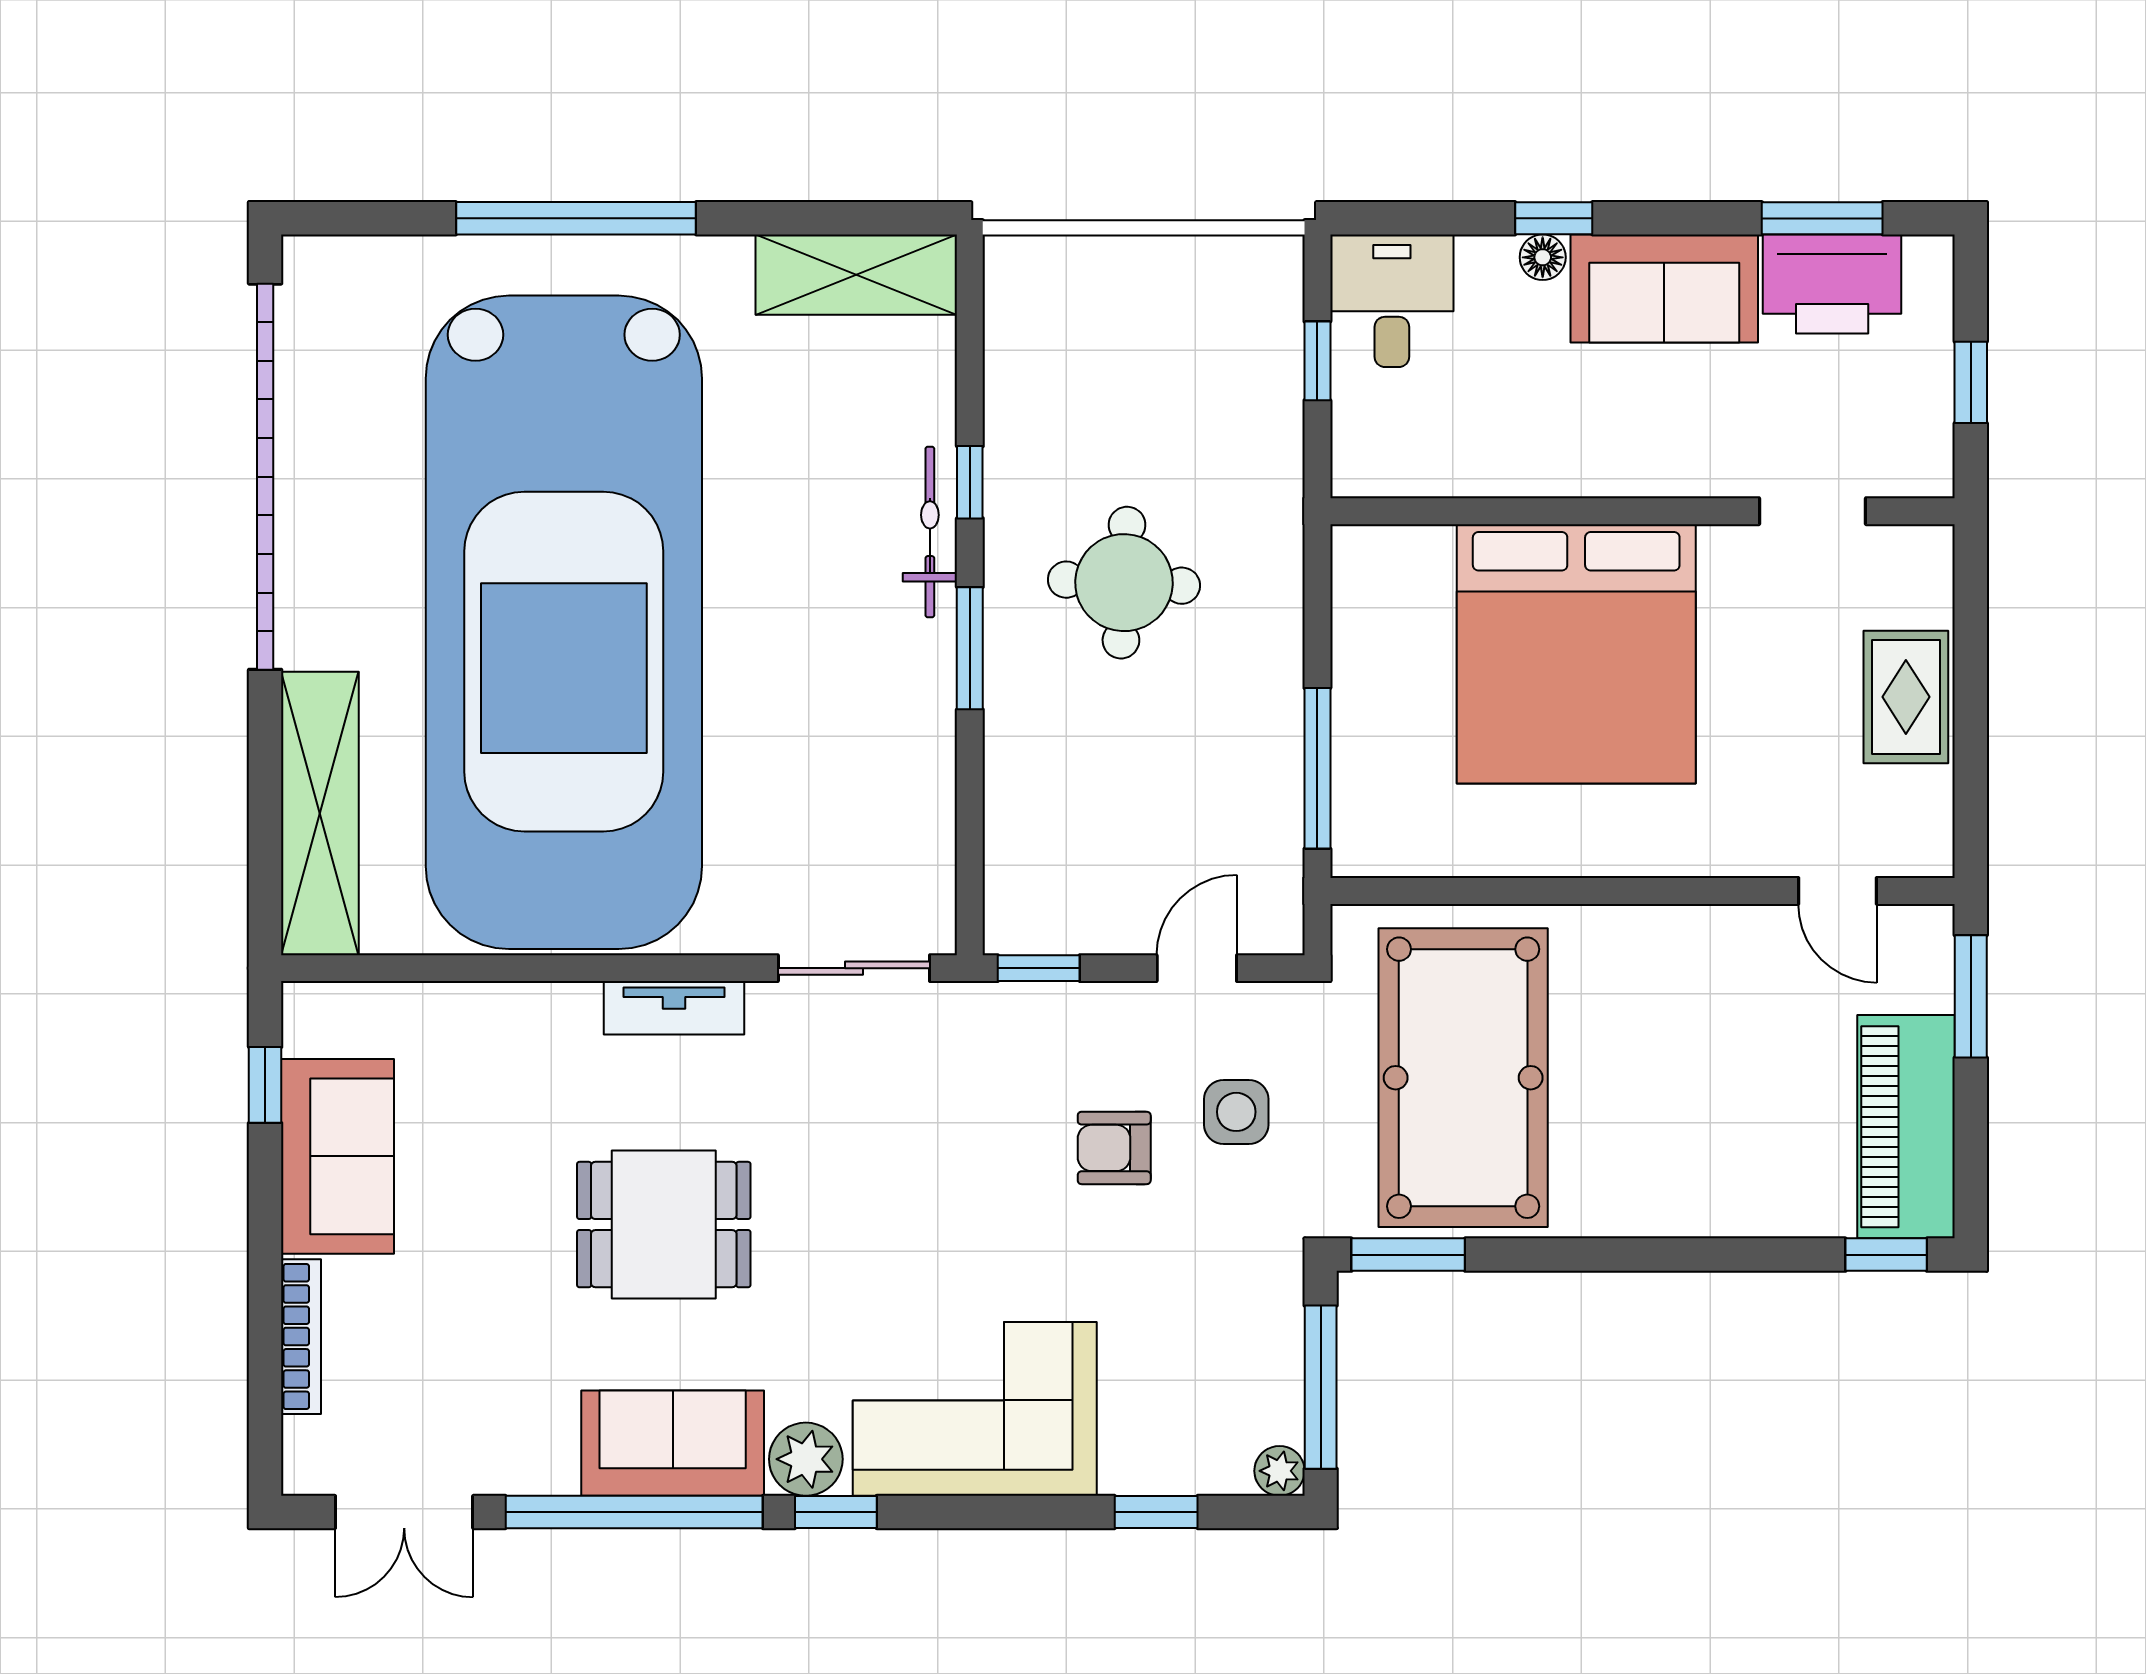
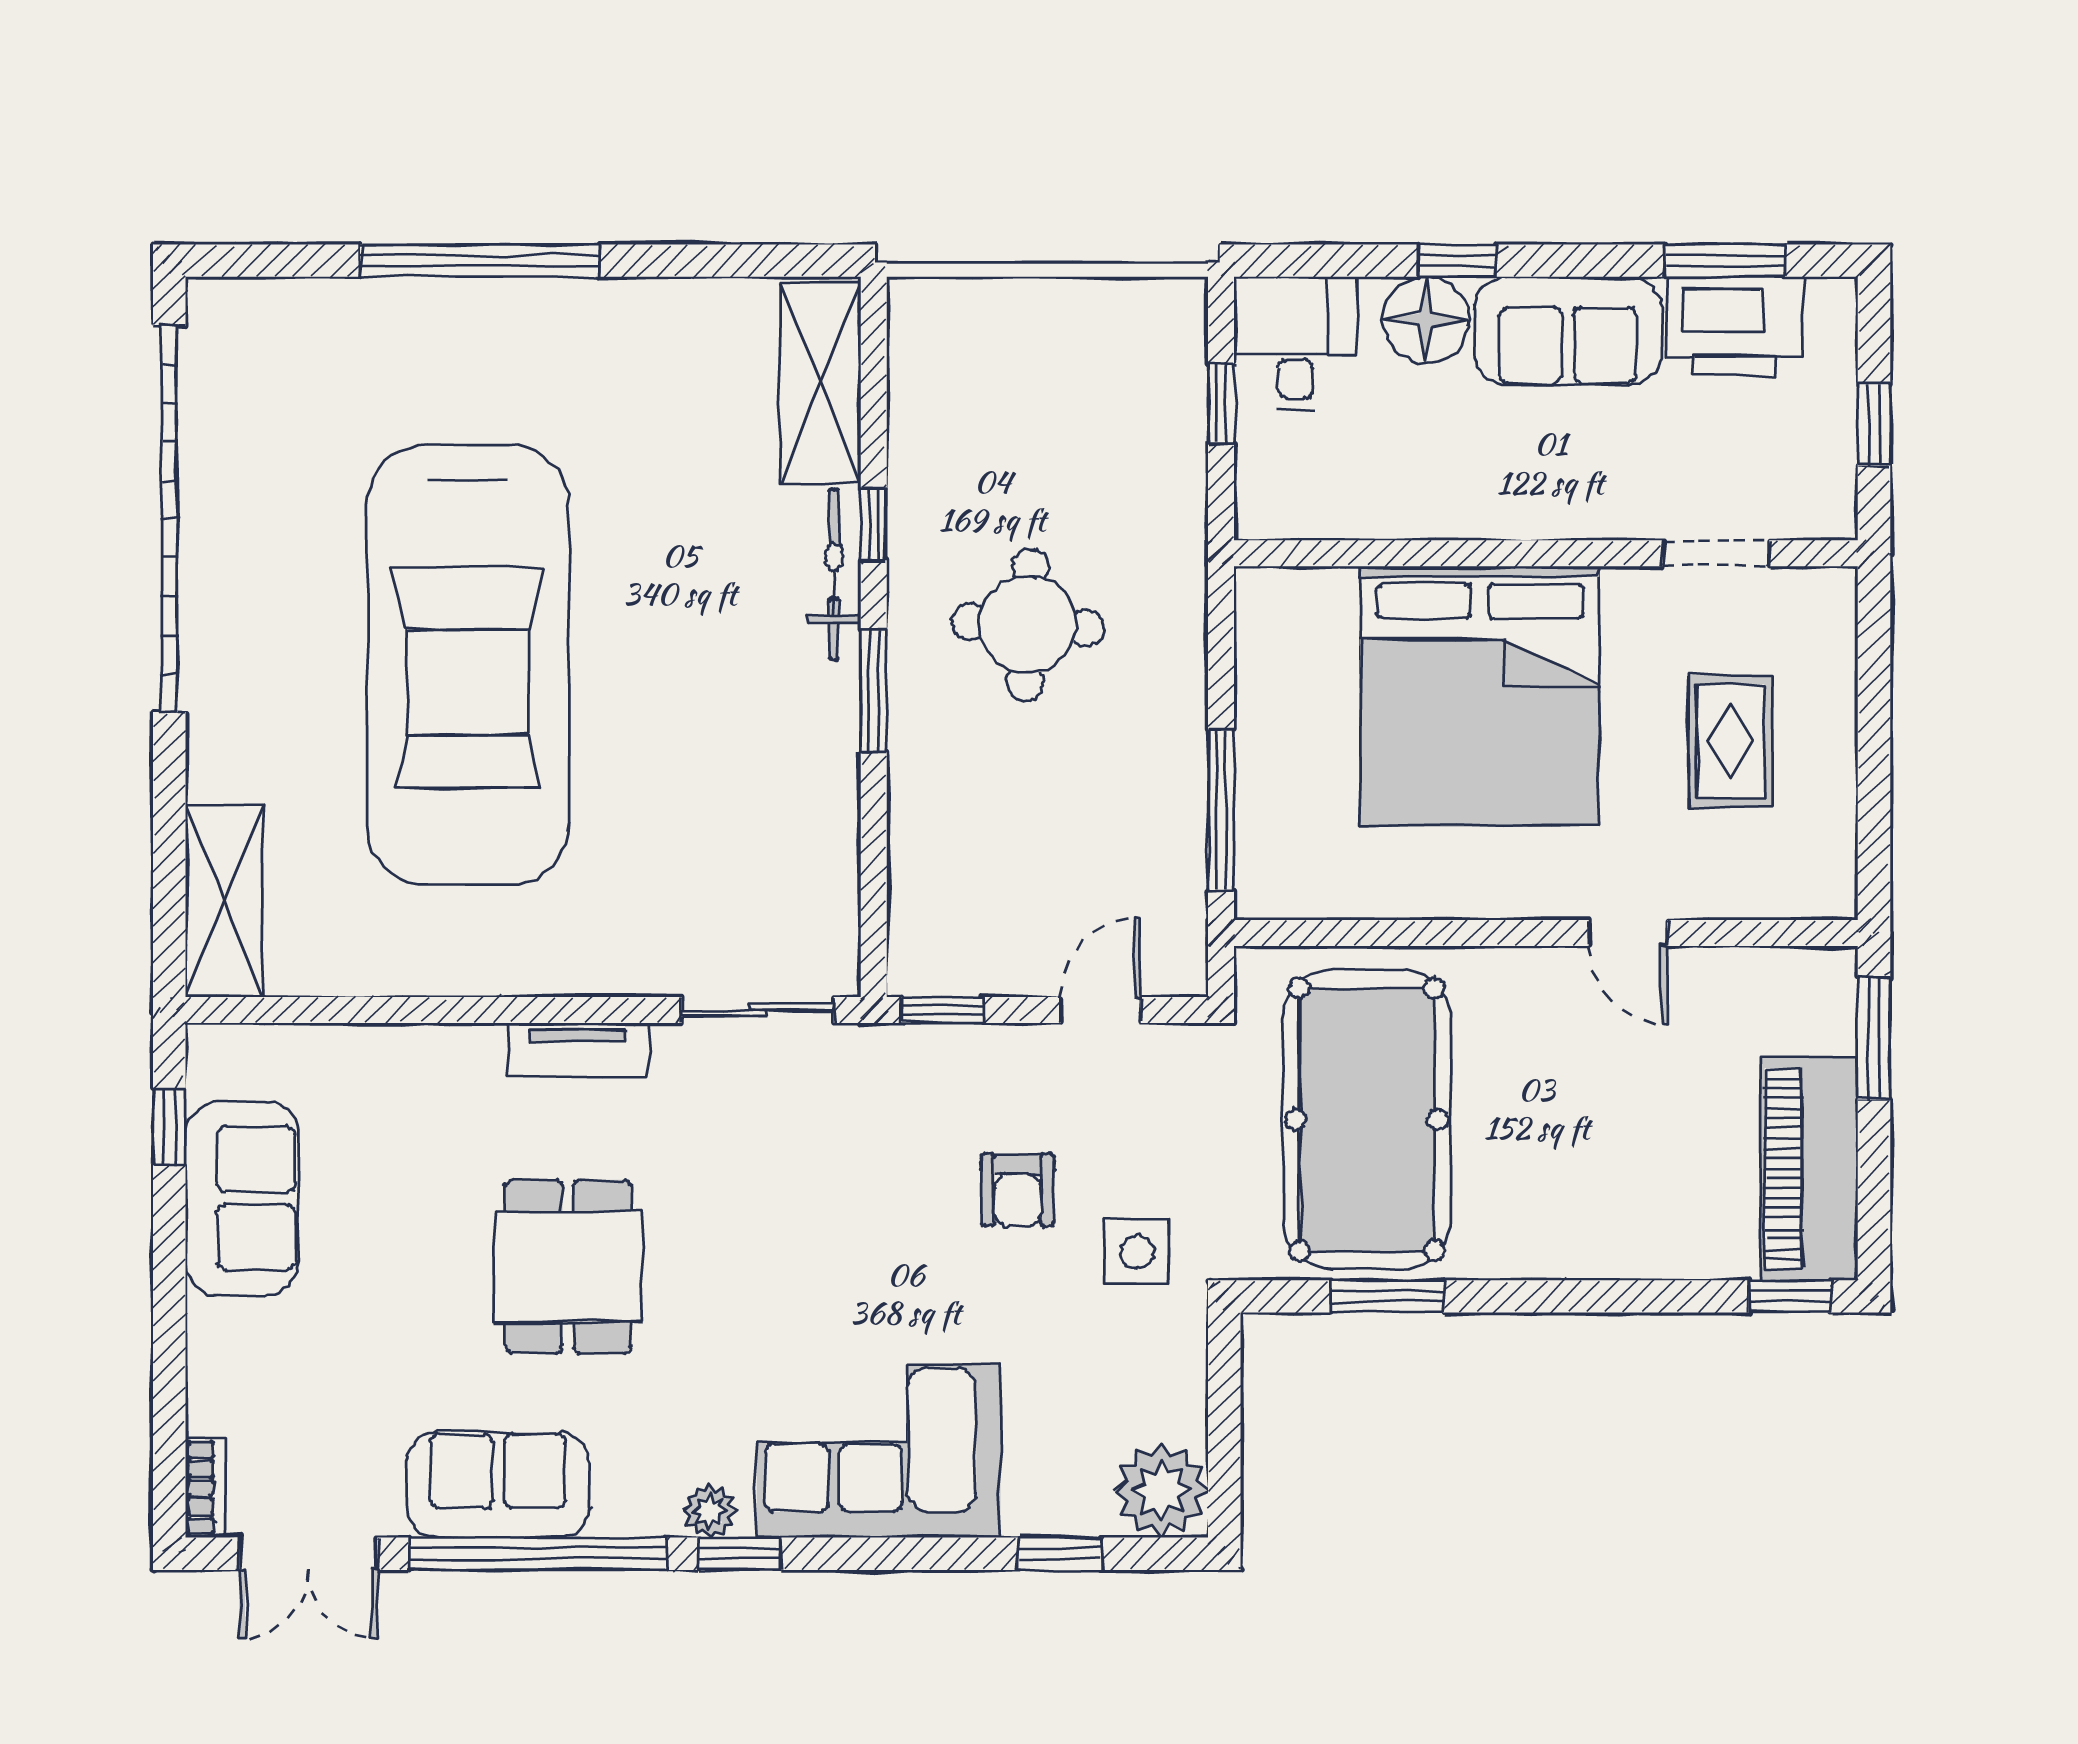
floor lamp: (1543, 257) -> (1426, 320), width x1.89, depth x1.89
shelving: (856, 275) -> (821, 383), moved, turned 90
car: (564, 622) -> (468, 665), width x0.73, depth x0.67
rug: (1906, 697) -> (1730, 741), moved
shelving: (320, 813) -> (224, 901), width x0.68
door: (1837, 891) -> (1628, 933), moved
side table: (1236, 1112) -> (1137, 1252), moved
armchair: (1114, 1148) -> (1018, 1190), turned -90
dining table: (664, 1225) -> (568, 1266), turned 90
window: (1408, 1255) -> (1387, 1296), moved
bookcase: (301, 1337) -> (205, 1488), moved, width x0.64
window: (1321, 1387) -> (1224, 1429), removed
sofa: (673, 1443) -> (498, 1485), moved
plant: (806, 1459) -> (710, 1511), width x0.73, depth x0.73
plant: (1280, 1471) -> (1161, 1491), width x1.88, depth x1.88

